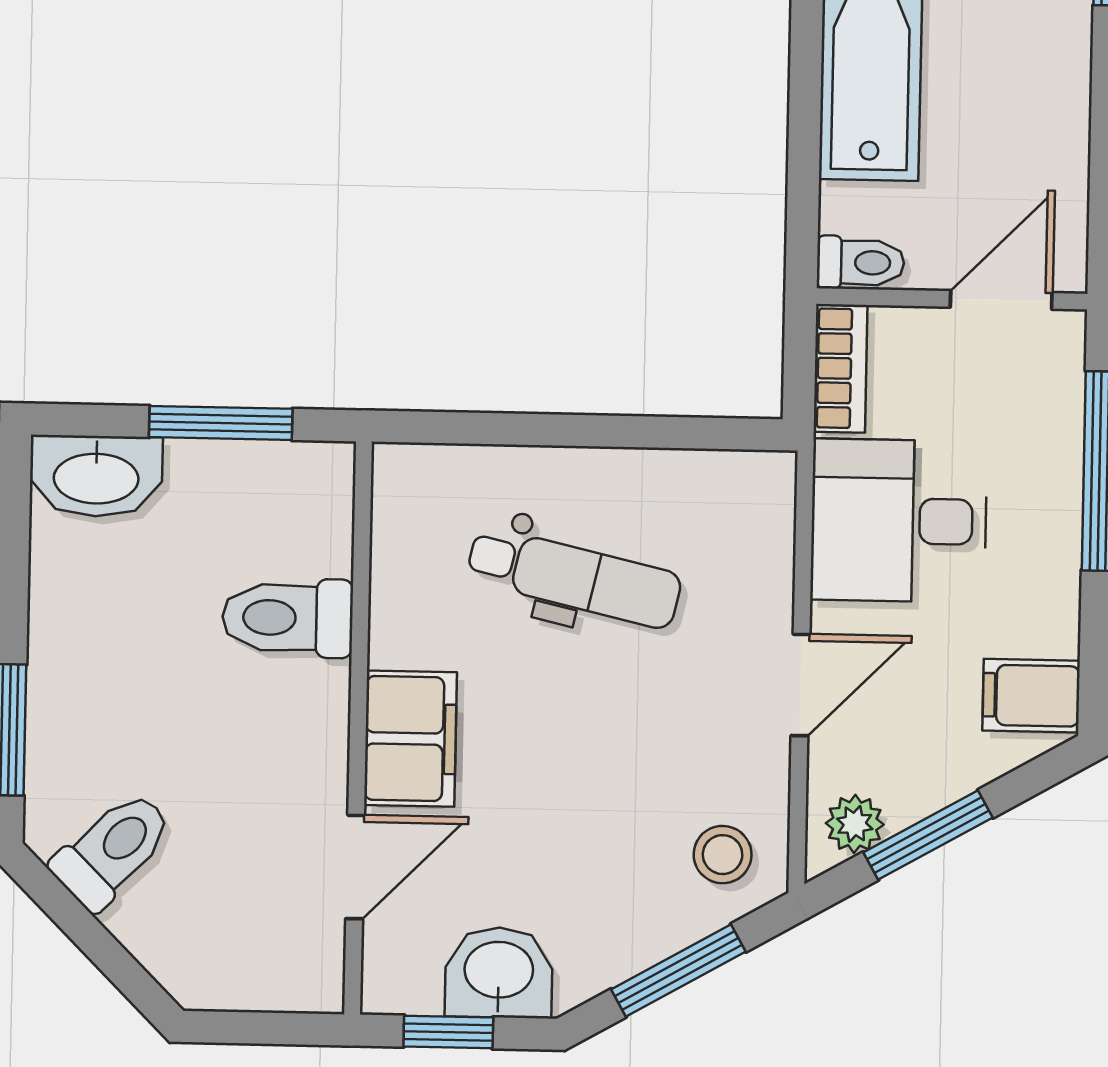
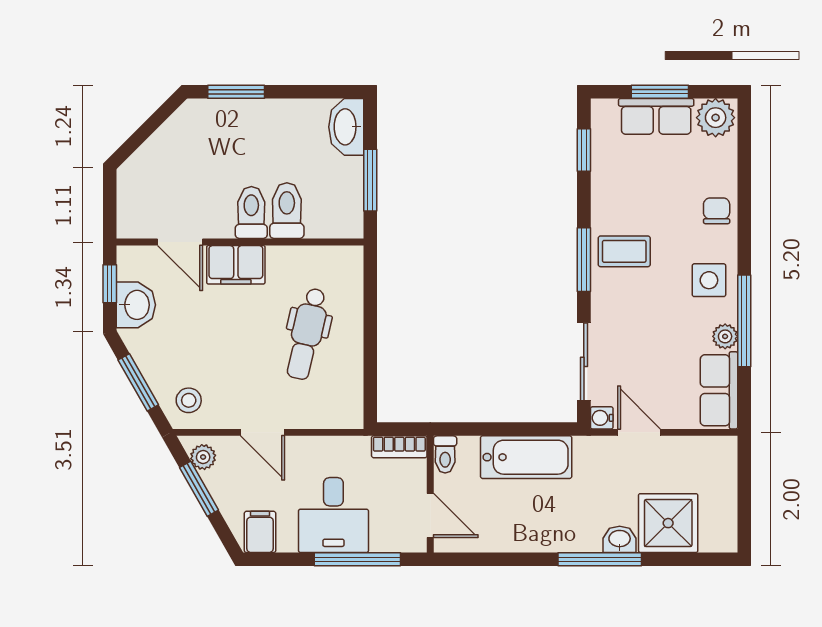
desk: (899, 521) -> (333, 515), moved, turned 180
toilet: (113, 850) -> (251, 213), moved, turned -135

